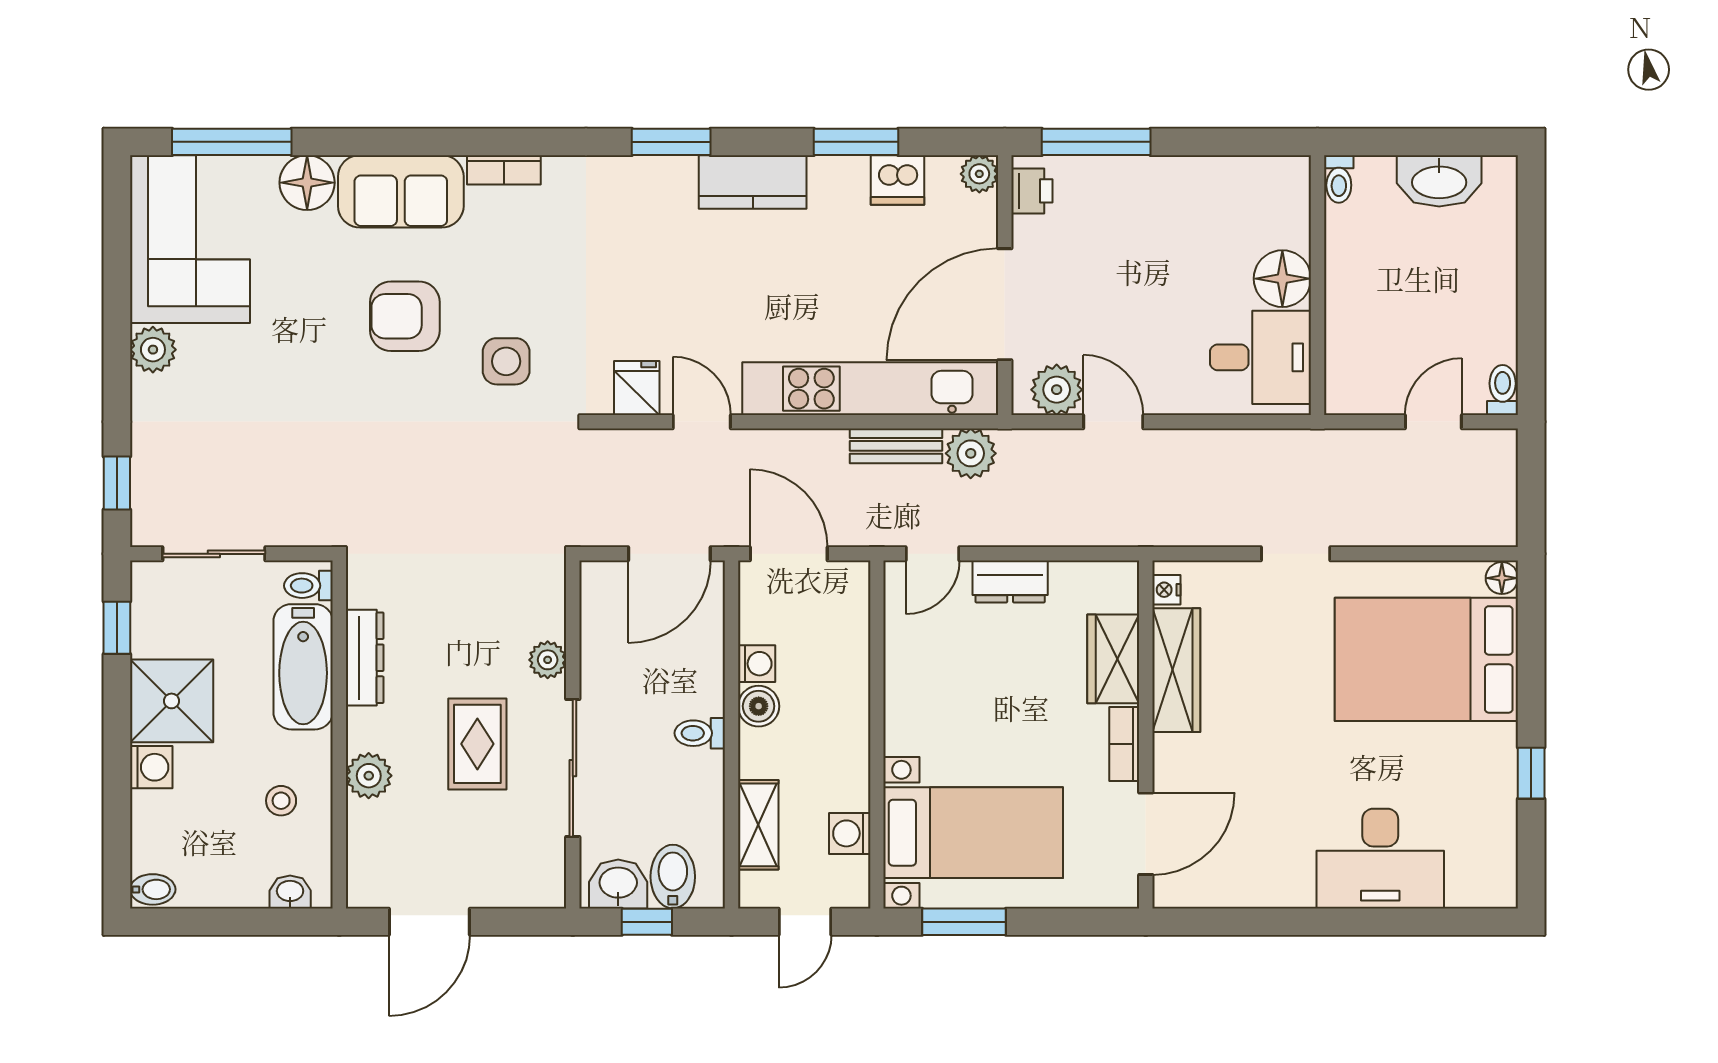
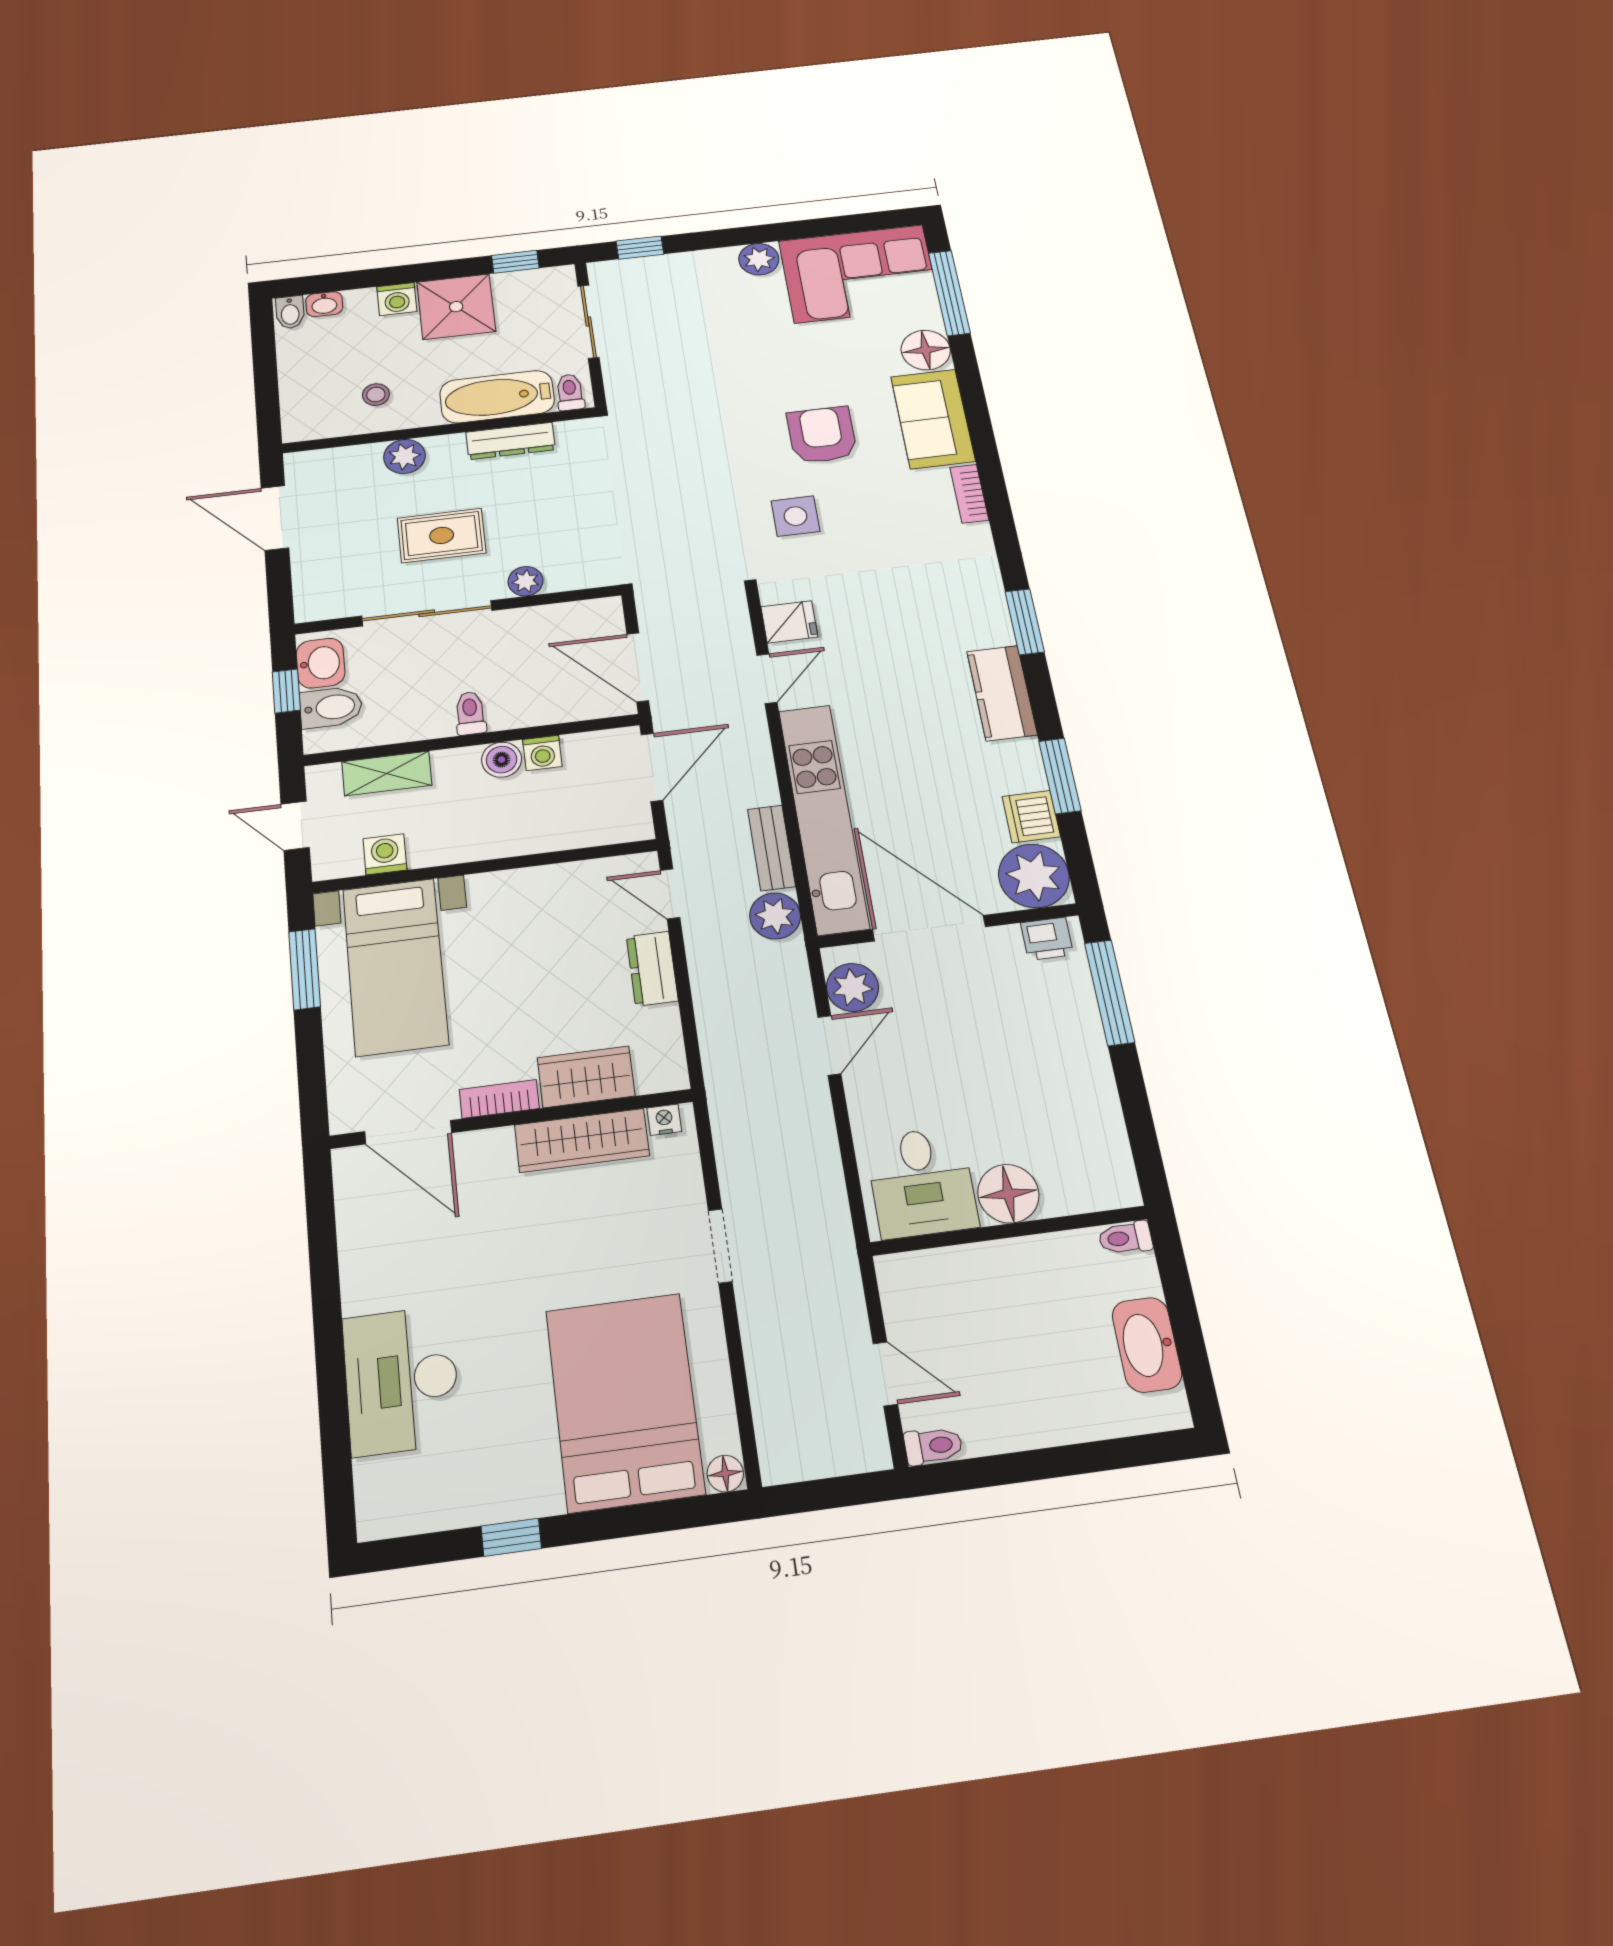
plant: (979, 174) -> (1034, 876), width x1.88, depth x1.88
washbasin: (290, 892) -> (324, 304), moved, turned 90

